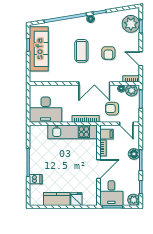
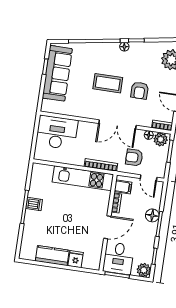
coffee table: (81, 51) -> (108, 83), turned 90
desk: (46, 110) -> (57, 133), moved, turned 180
dishwasher: (36, 179) -> (34, 204), moved

